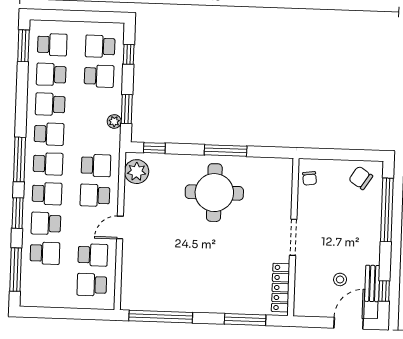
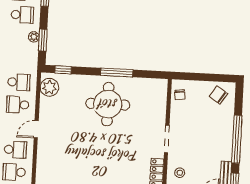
plant: (114, 121) -> (34, 37), moved
window: (387, 210) -> (237, 139), moved
stool: (340, 279) -> (180, 173), moved

